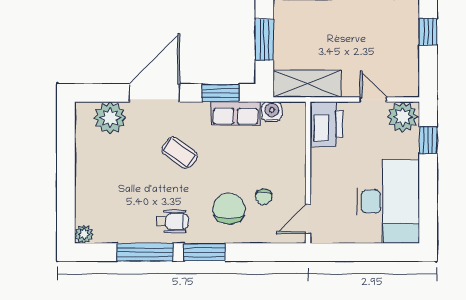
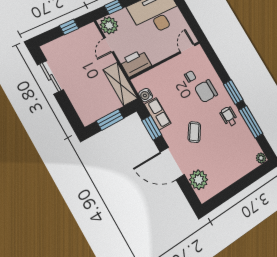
window: (428, 32) -> (69, 27), moved
door: (308, 219) -> (187, 49), swing flipped

